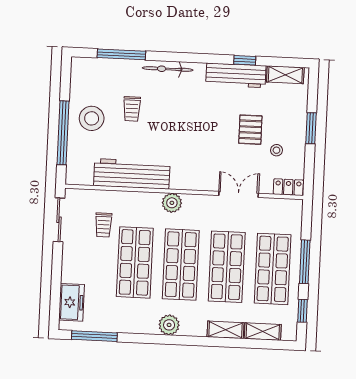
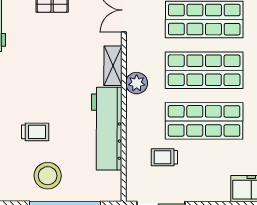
shelving: (189, 182) -> (113, 66), added
trolley: (103, 225) -> (164, 157), turned 180

